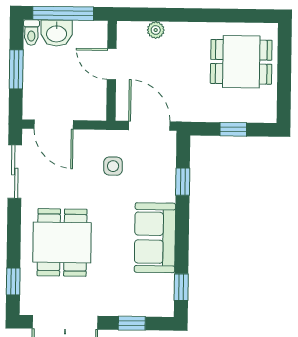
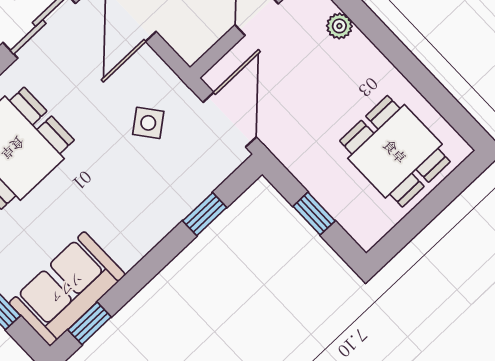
side table: (113, 166) -> (148, 123), turned -38
sofa: (155, 238) -> (67, 289), moved

